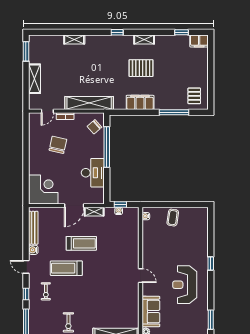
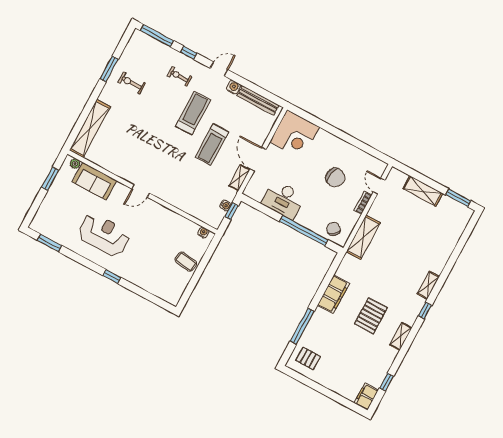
shelving: (74, 40) -> (428, 285), moved
shelving: (89, 103) -> (363, 237), width x0.68

